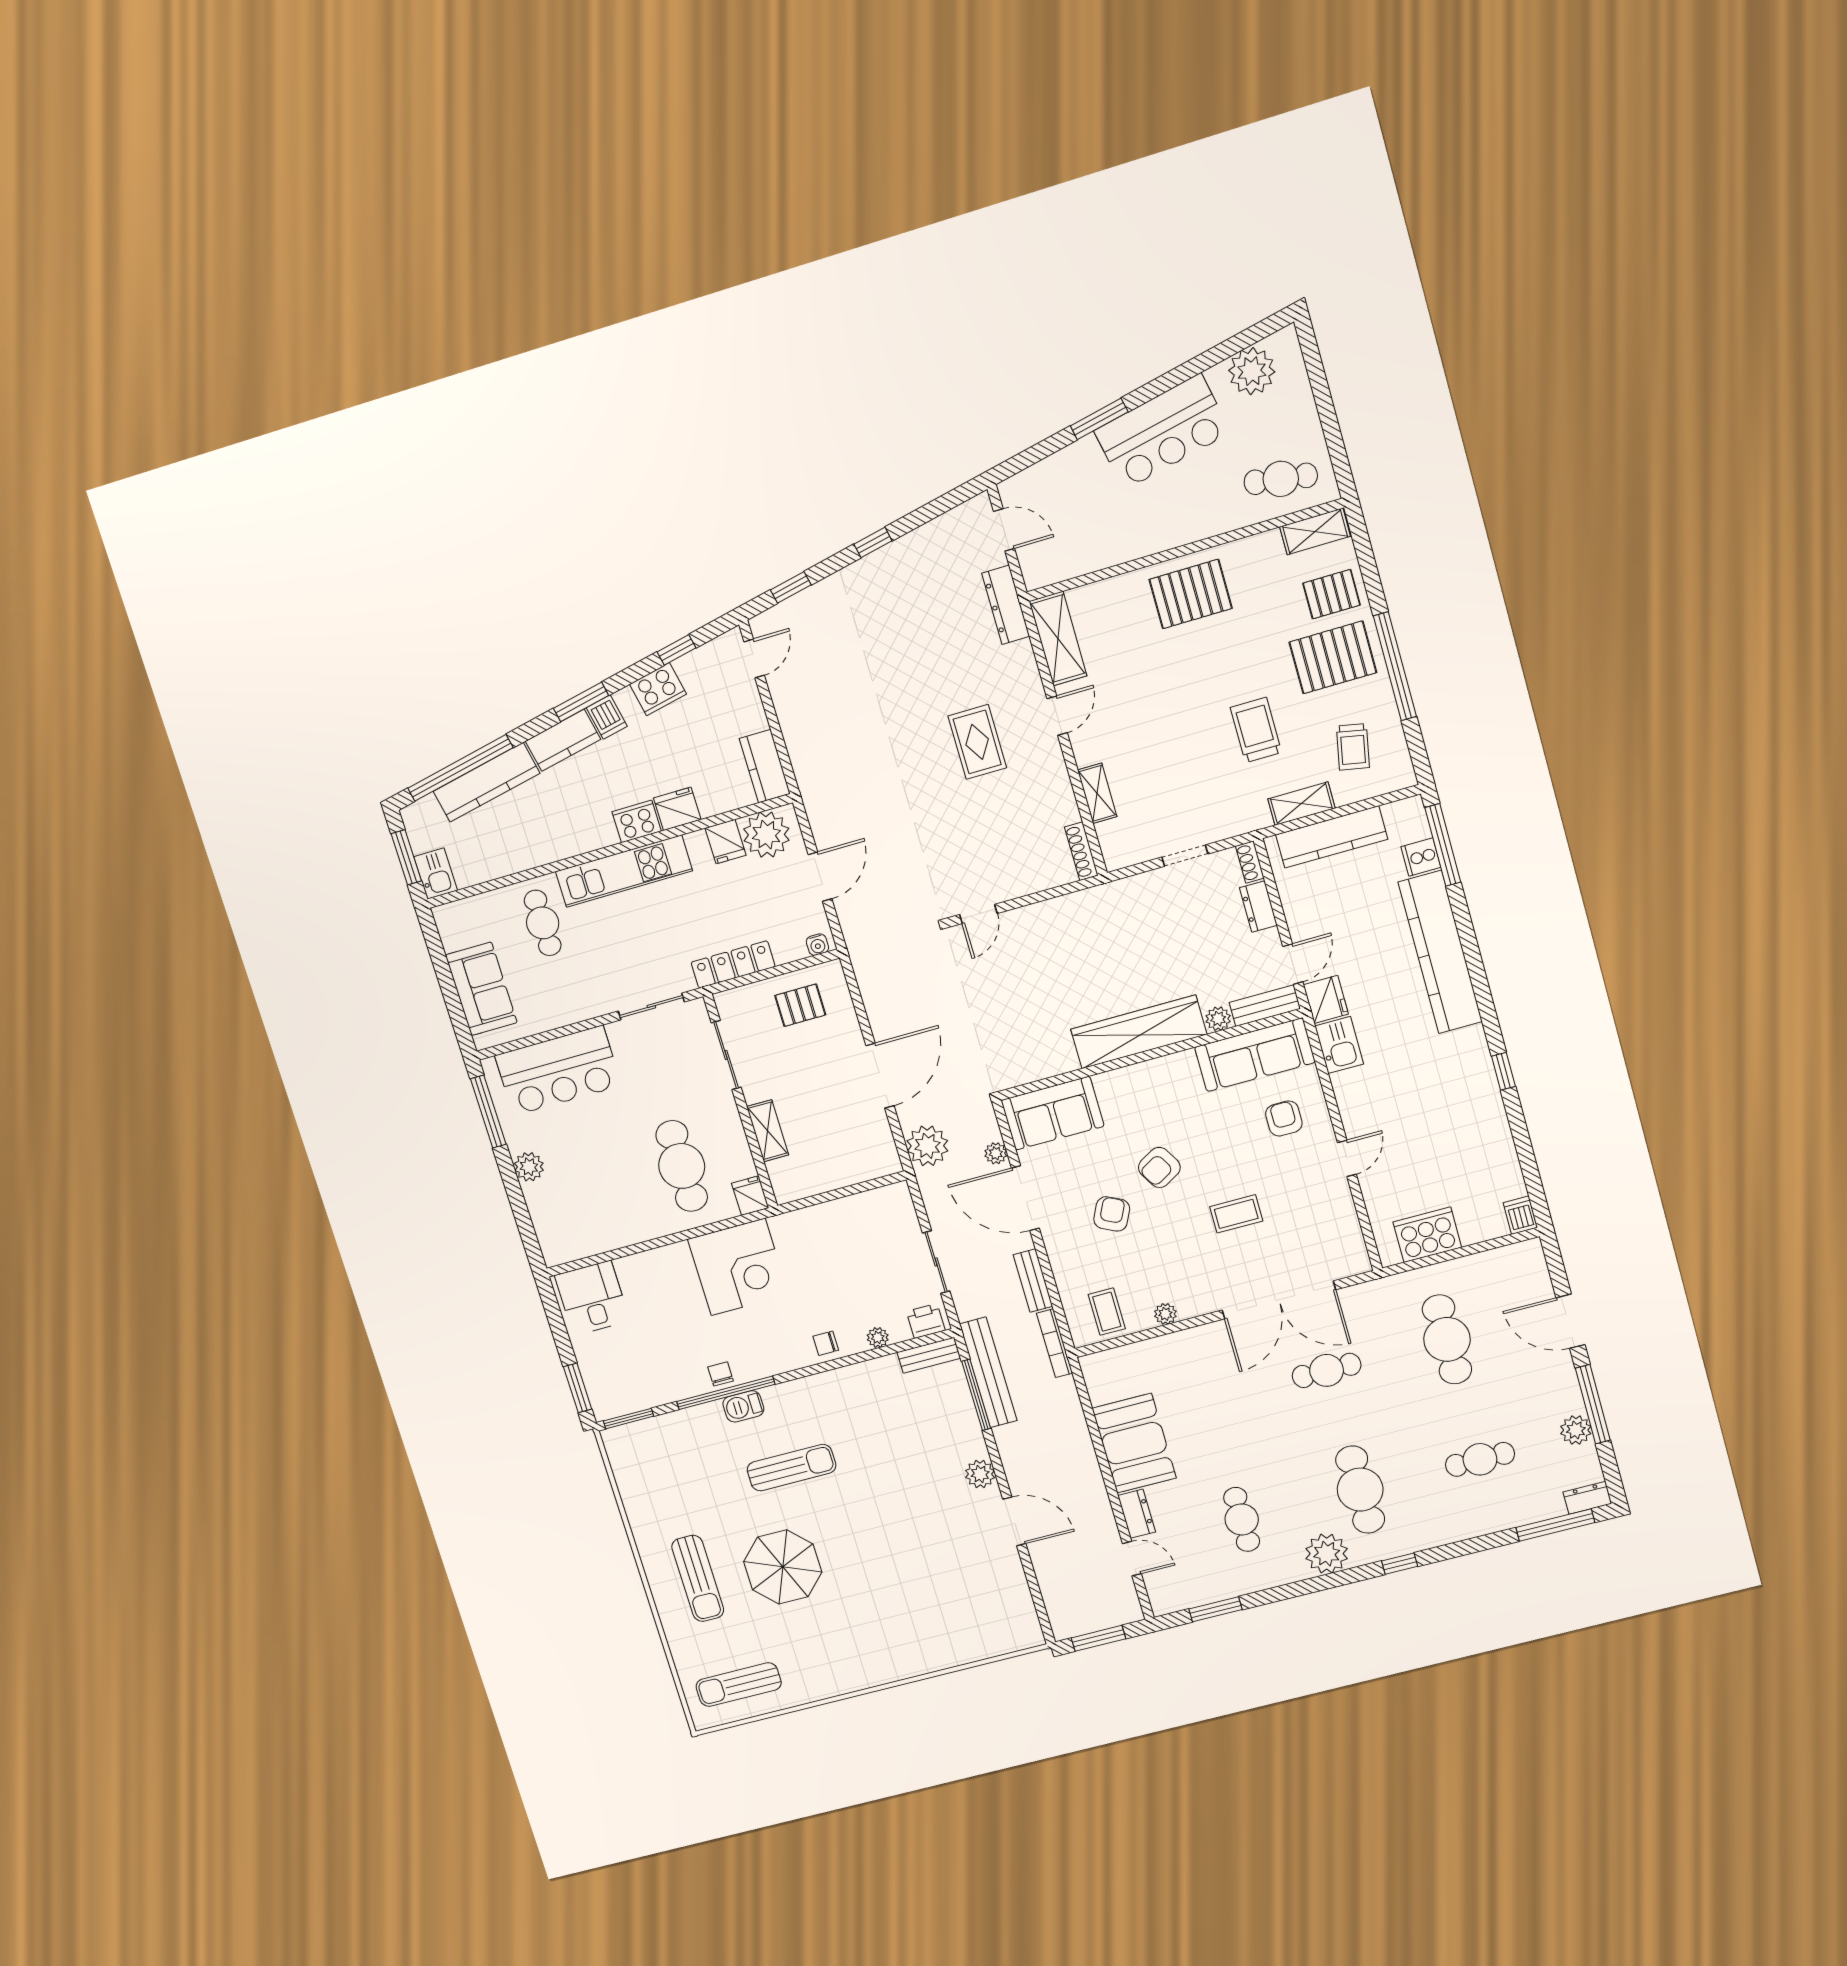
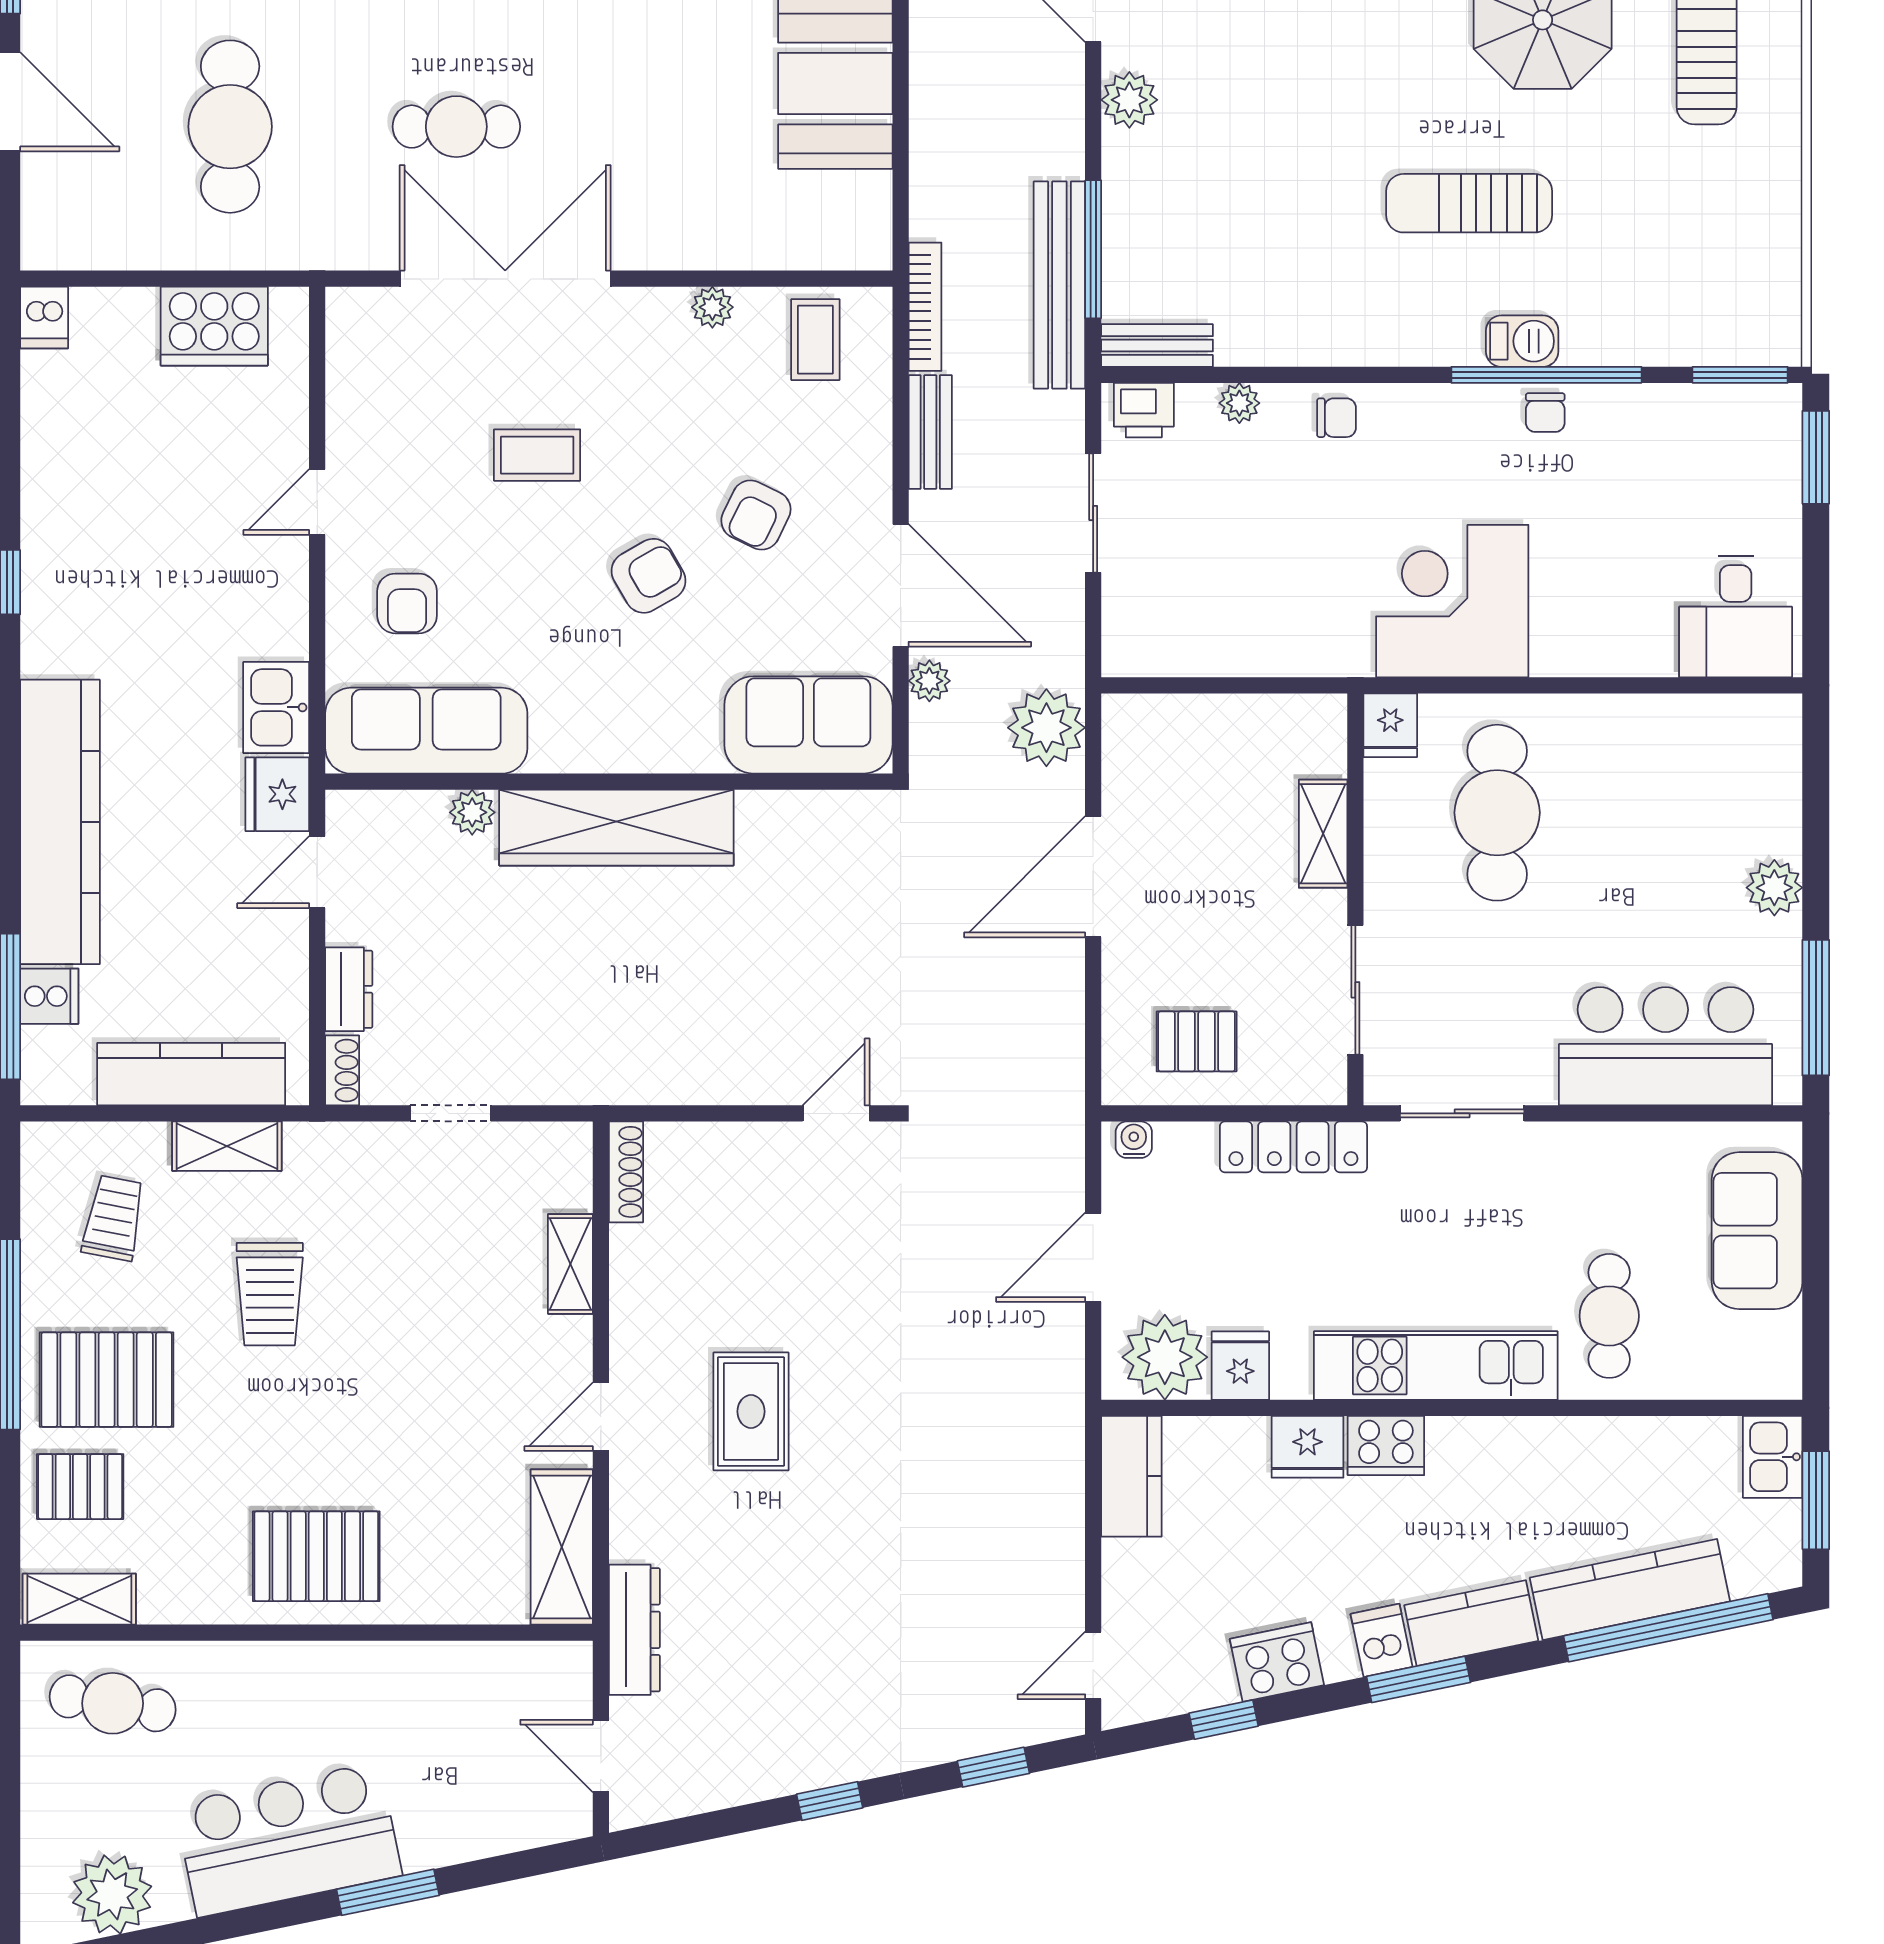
bench: (1265, 1006) -> (385, 813), removed

